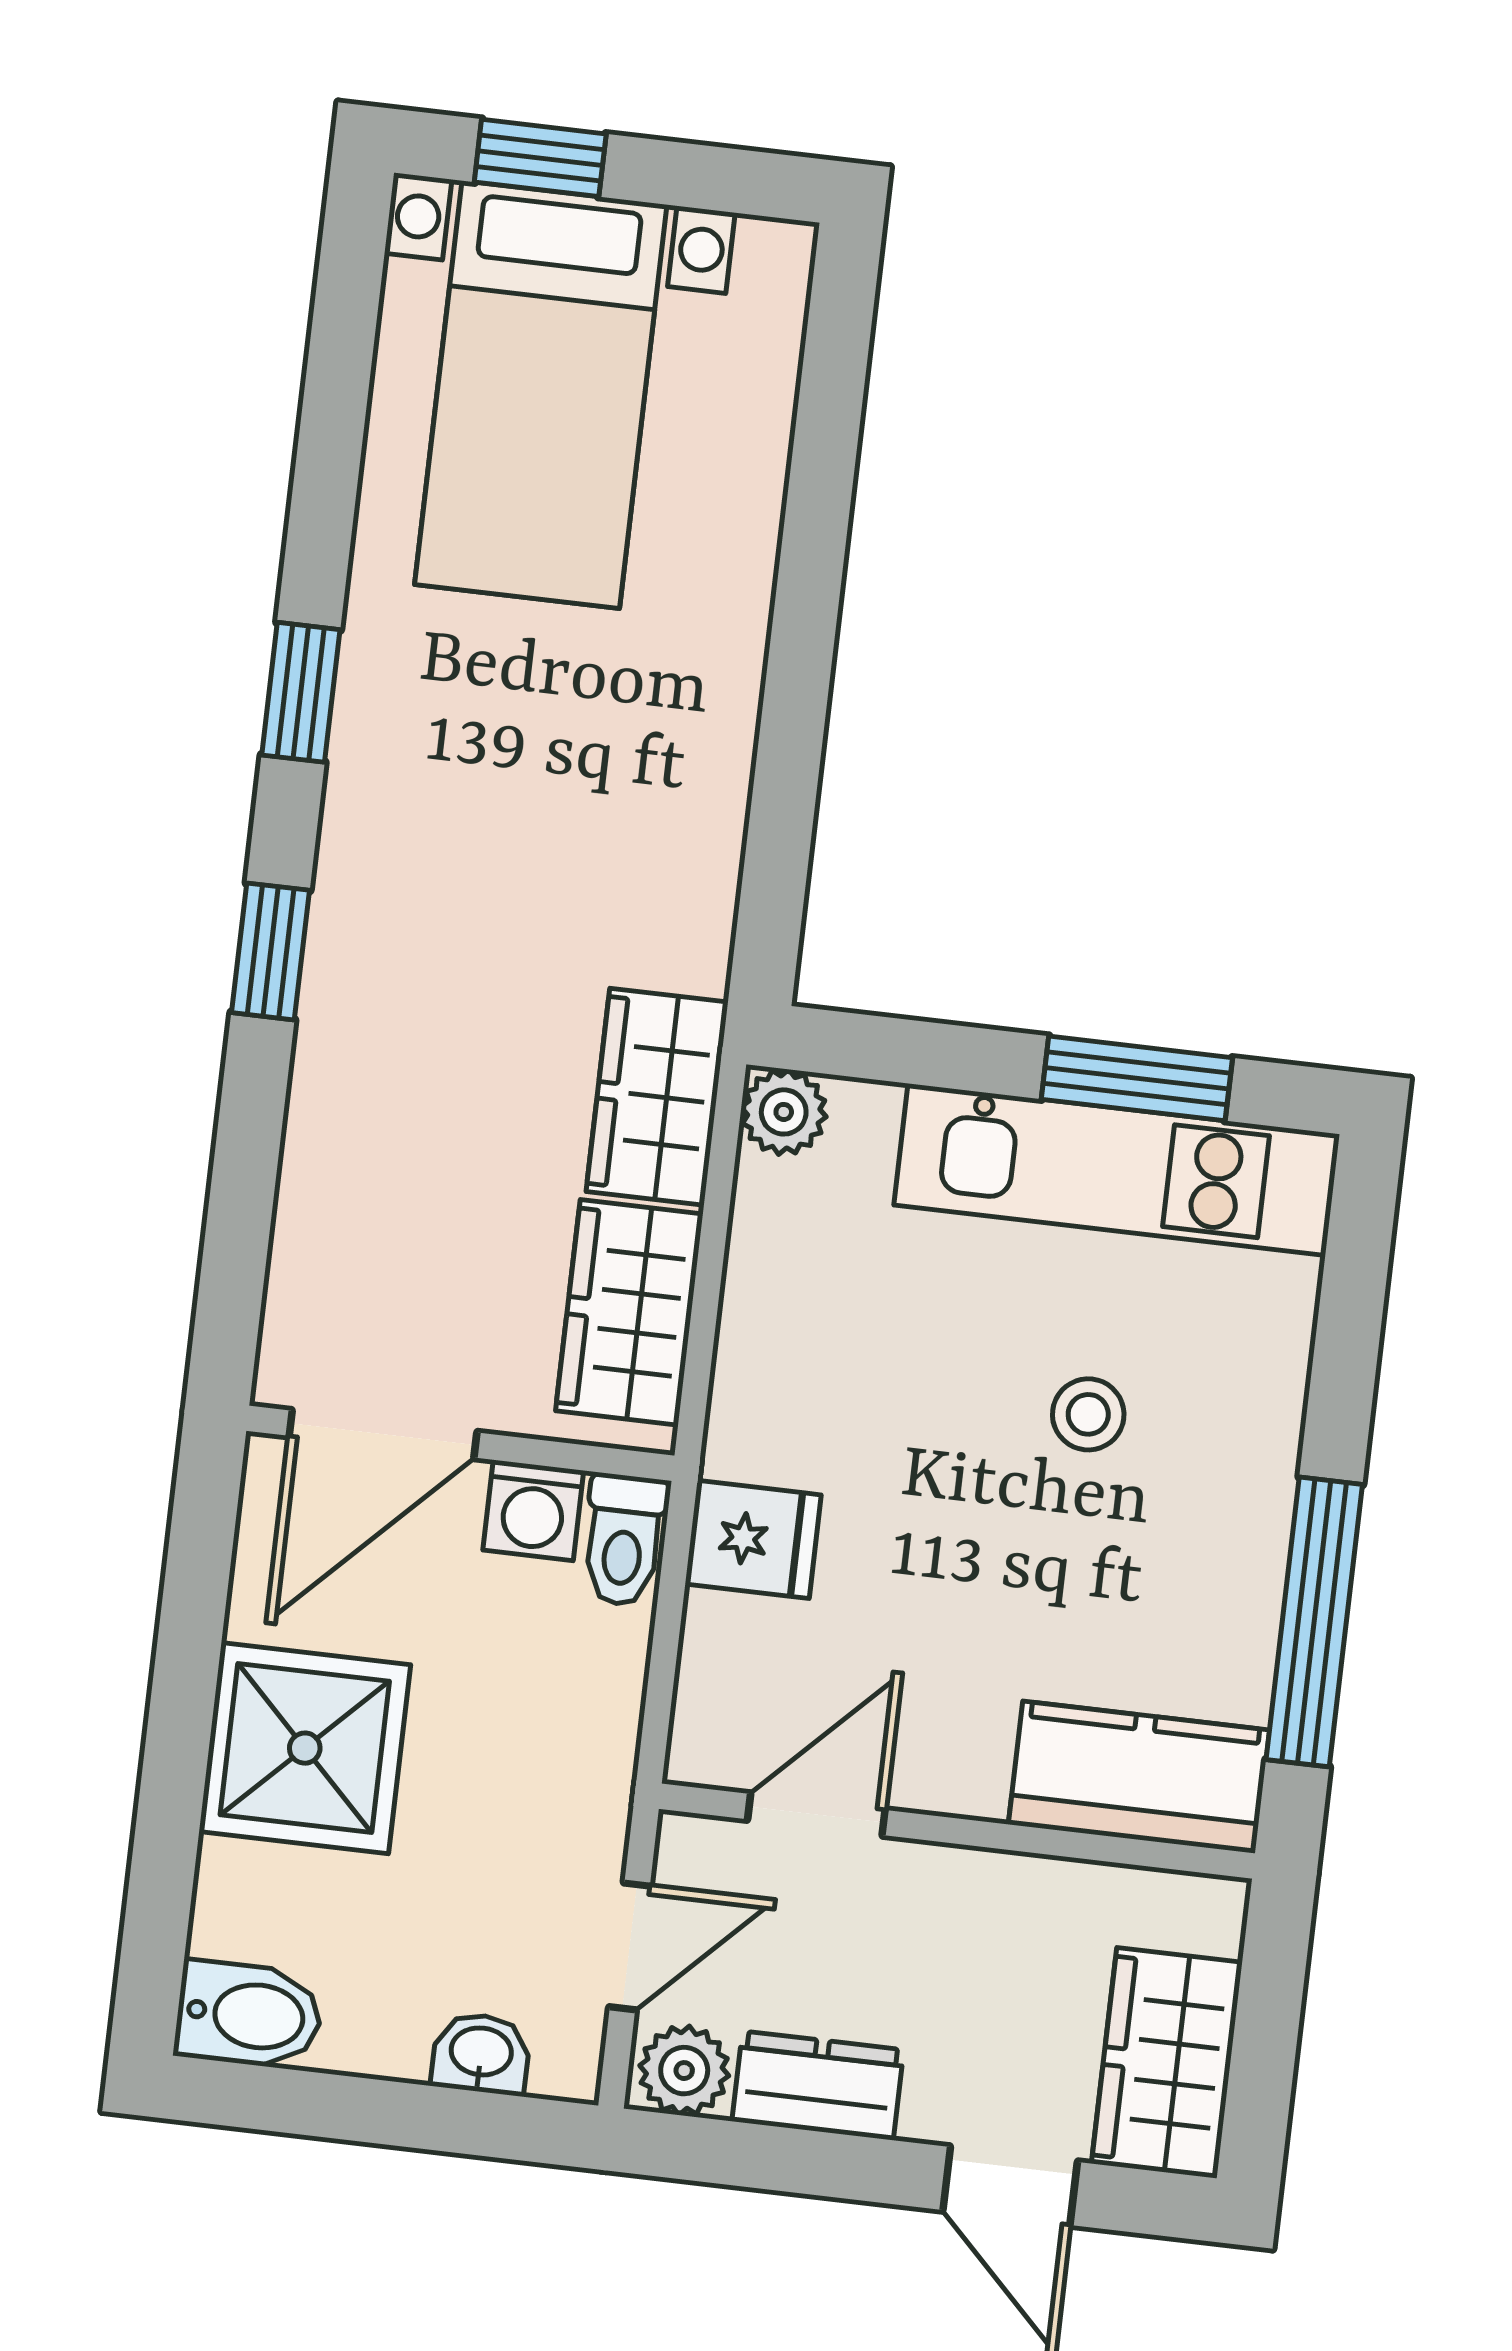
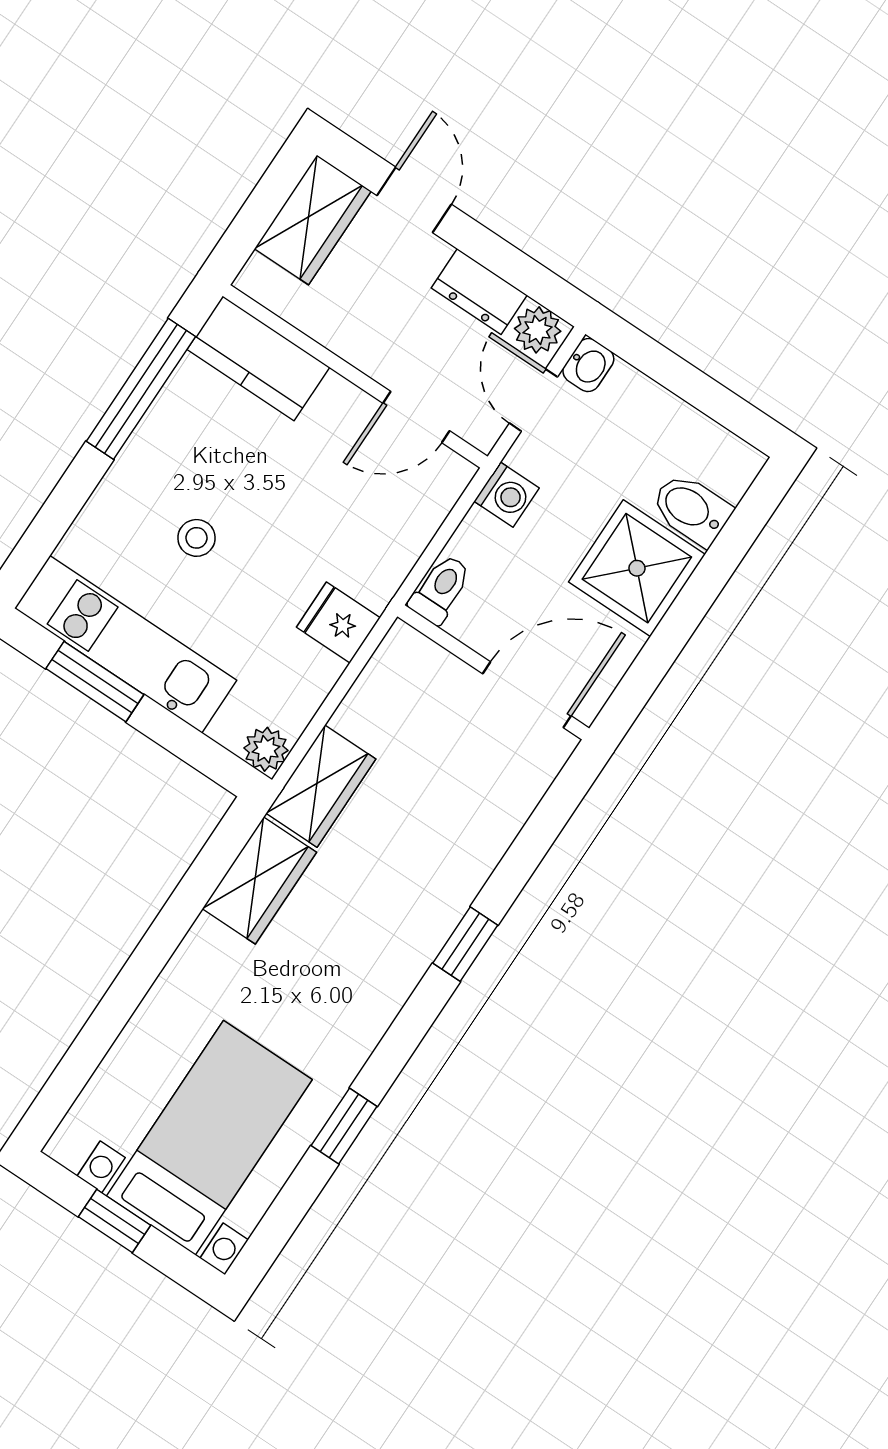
window: (540, 158) -> (115, 1221), moved
window: (301, 692) -> (344, 1126), moved
wardrobe: (629, 1312) -> (259, 881), moved
washing machine: (533, 1510) -> (507, 495), moved, turned 90
fridge: (753, 1539) -> (338, 622), moved
door: (630, 1946) -> (533, 400), hinge flipped
bidet: (249, 2015) -> (691, 509), moved
washbasin: (481, 2054) -> (588, 365), moved, turned -90

